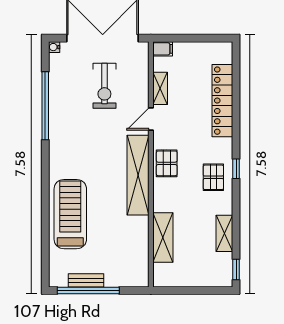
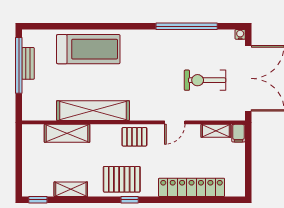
shelving: (160, 88) -> (216, 131), moved
door: (151, 119) -> (175, 122), swing flipped
shelving: (138, 175) -> (93, 111), moved
pallet: (213, 177) -> (122, 179), width x1.50, depth x1.42

